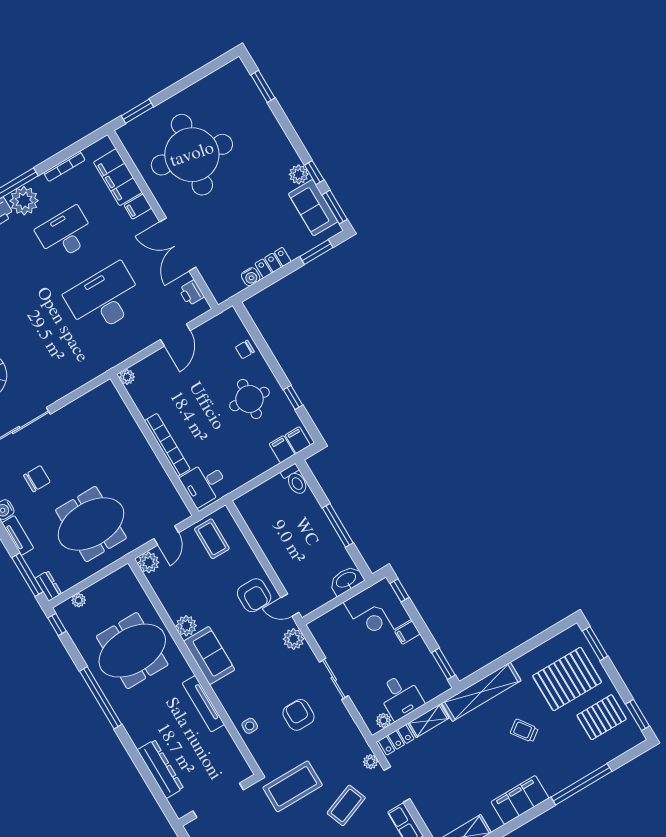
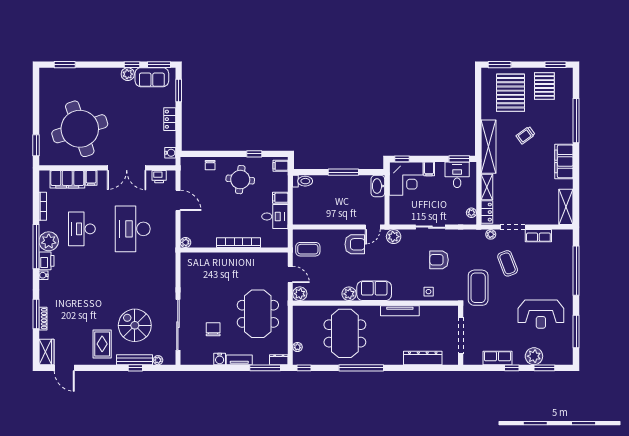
round table: (192, 155) -> (80, 129), turned -30
water cooler: (251, 277) -> (170, 153), moved
filing cabinet: (282, 449) -> (280, 198), moved
desk: (204, 483) -> (275, 216), moved, turned -90
desk: (400, 697) -> (457, 175), moved, turned -90

